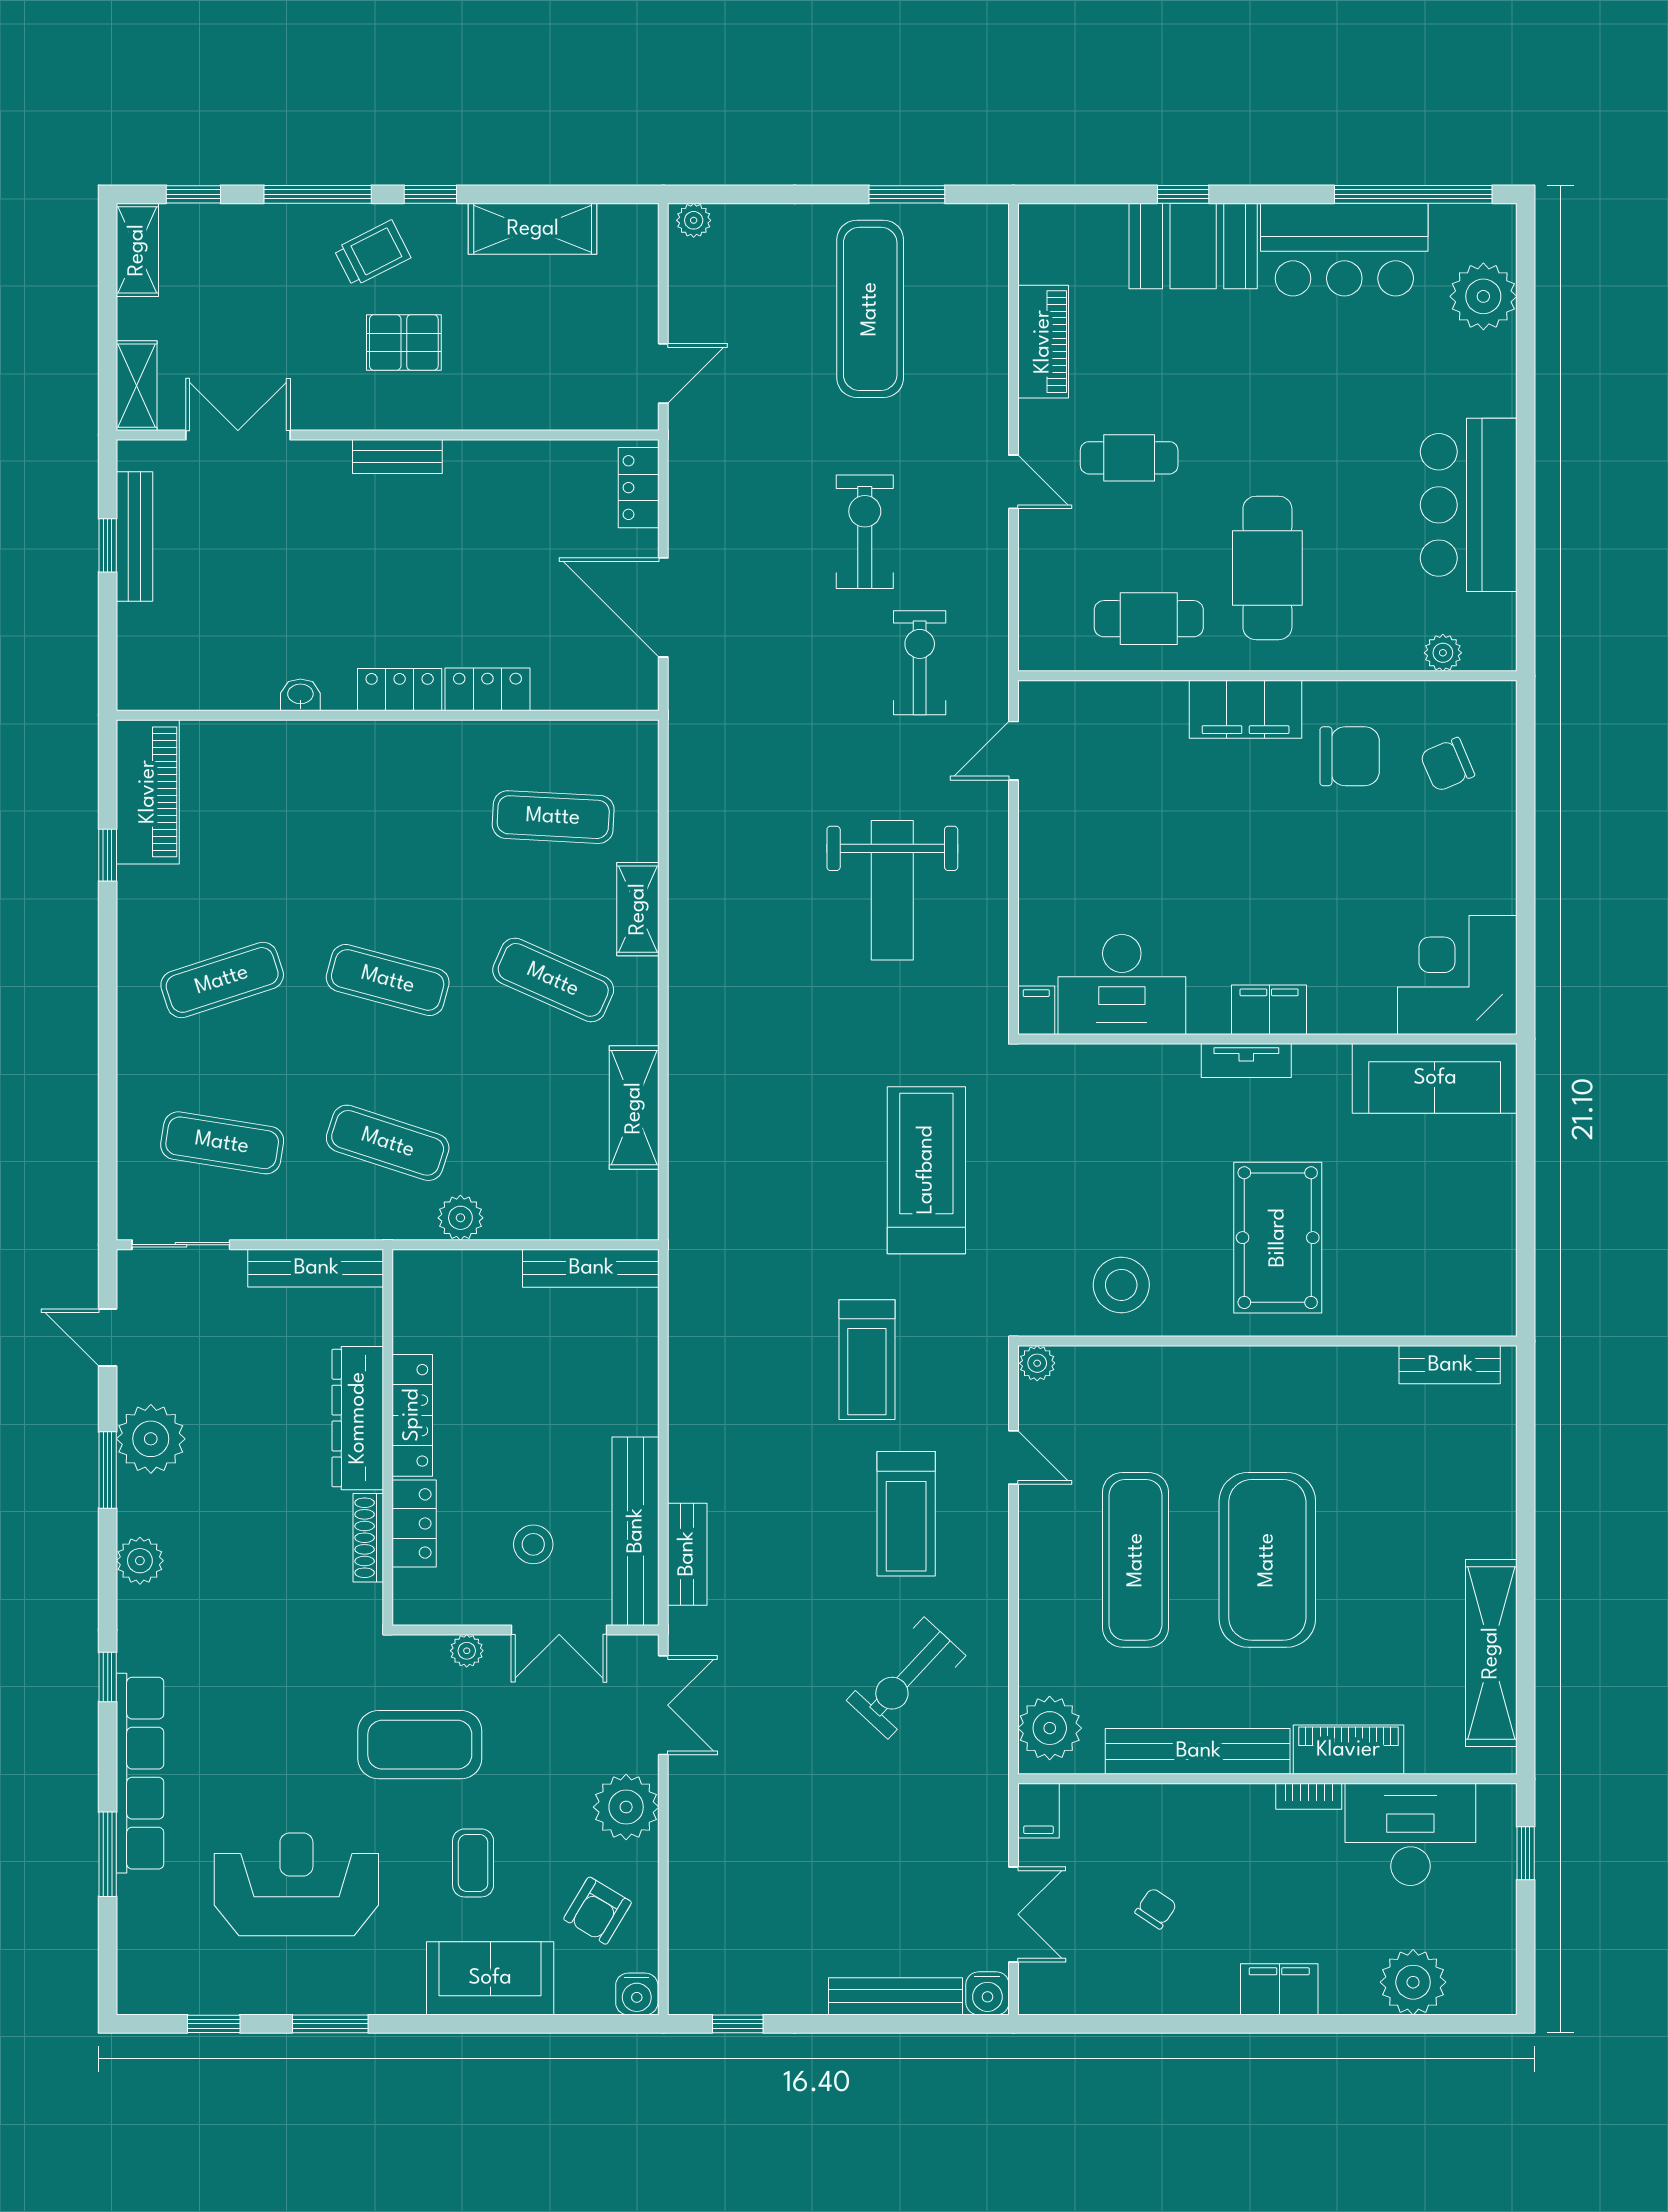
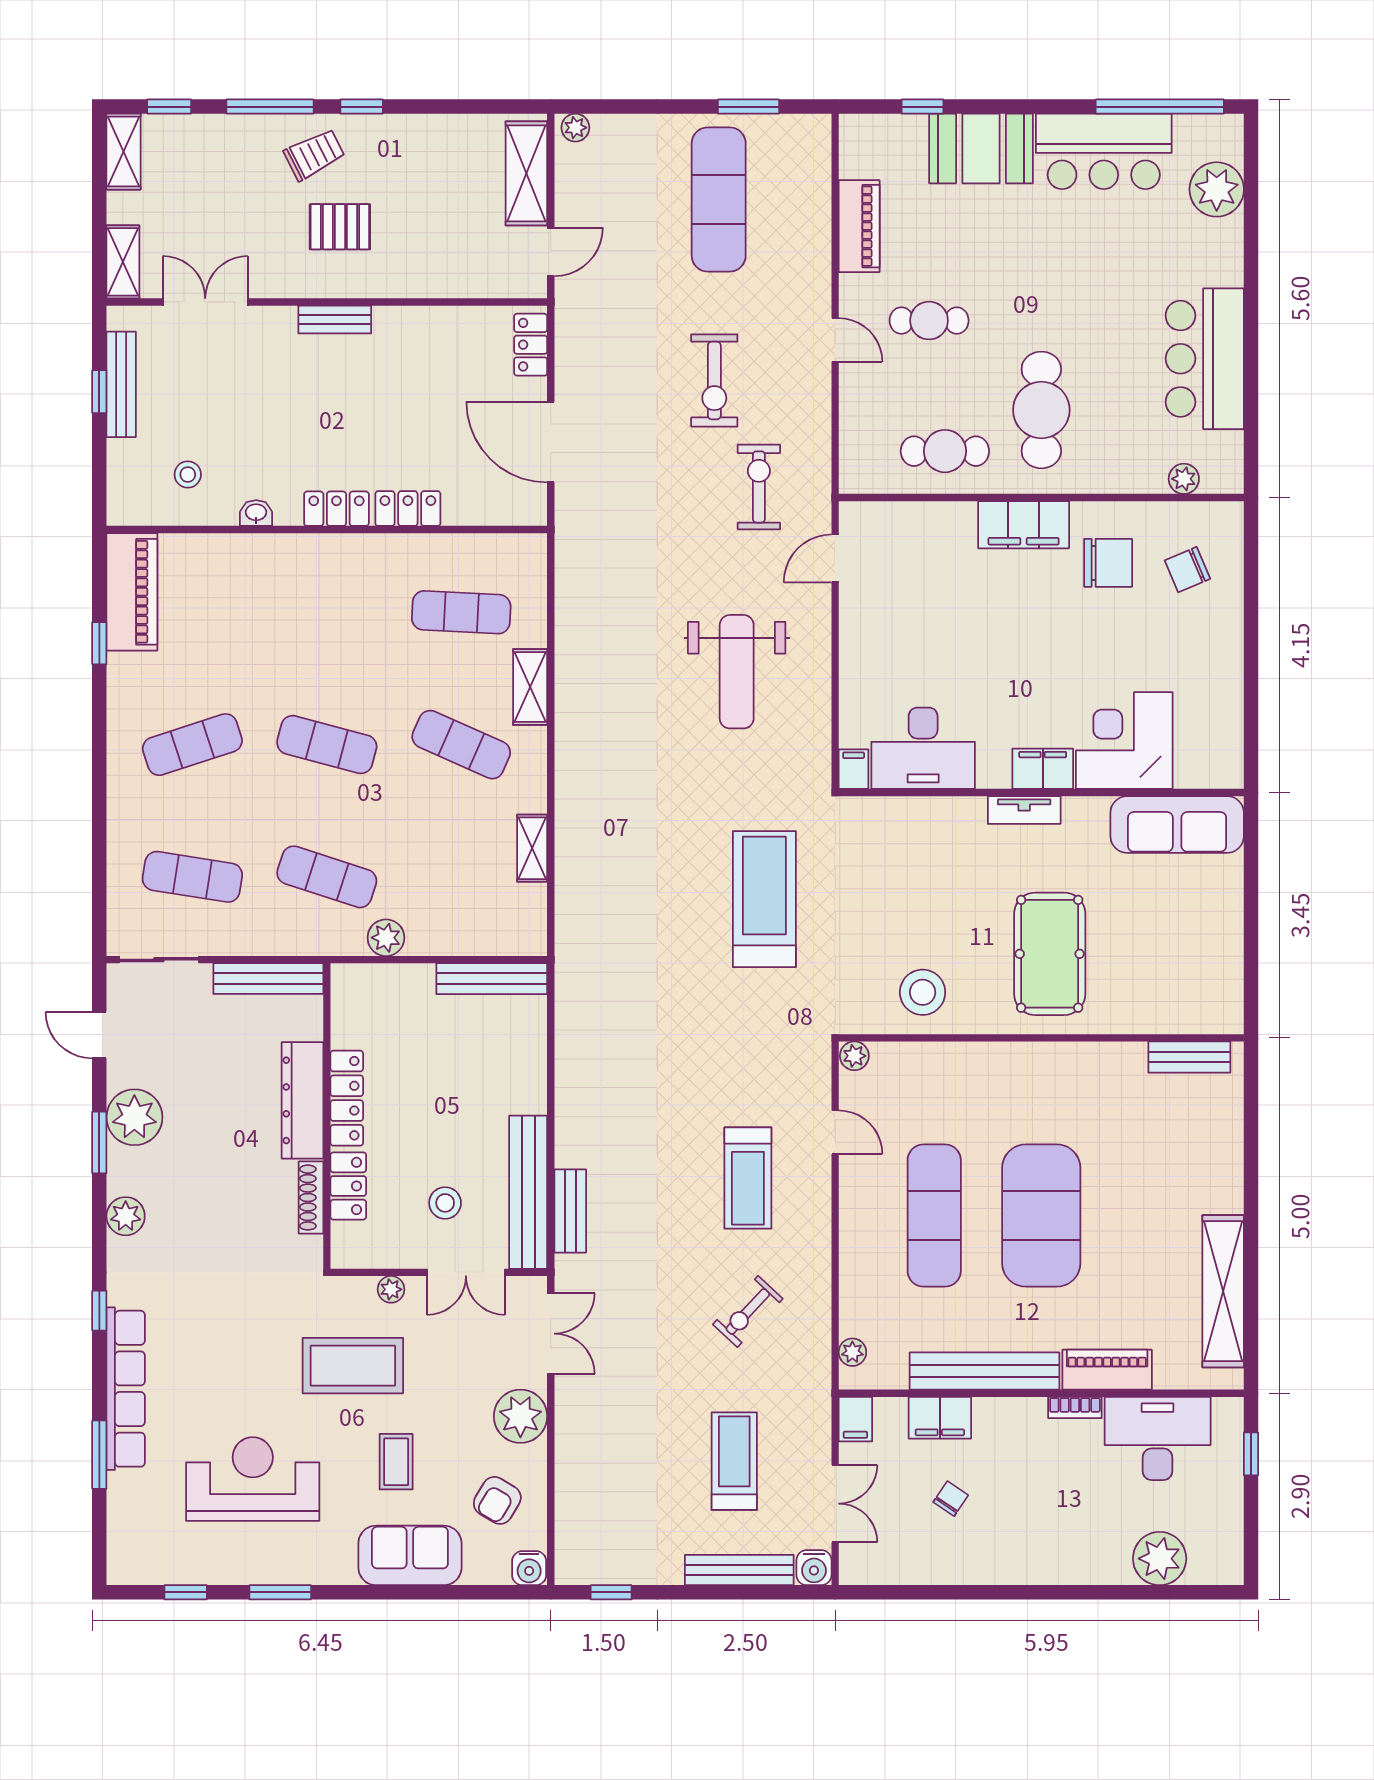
window: (1183, 194) -> (922, 107), moved
shelving: (533, 229) -> (526, 173), moved, turned 90
exercise bike: (865, 532) -> (714, 381), turned 180
stool: (216, 647) -> (188, 474), added
corner desk: (1457, 975) -> (1124, 741), moved
shelving: (634, 1108) -> (532, 848), width x0.67, depth x0.75
treadmill: (867, 1360) -> (734, 1461), moved, turned 180
exercise bike: (906, 1678) -> (748, 1312), width x0.73, depth x0.72
plant: (1050, 1728) -> (852, 1352), width x0.53, depth x0.53
filing cabinet: (1279, 1989) -> (940, 1418), moved, turned 180

